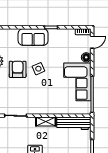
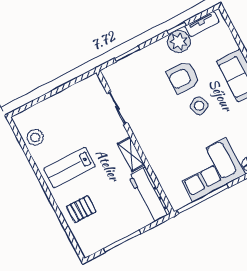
armchair: (18, 69) -> (183, 77), turned 180

